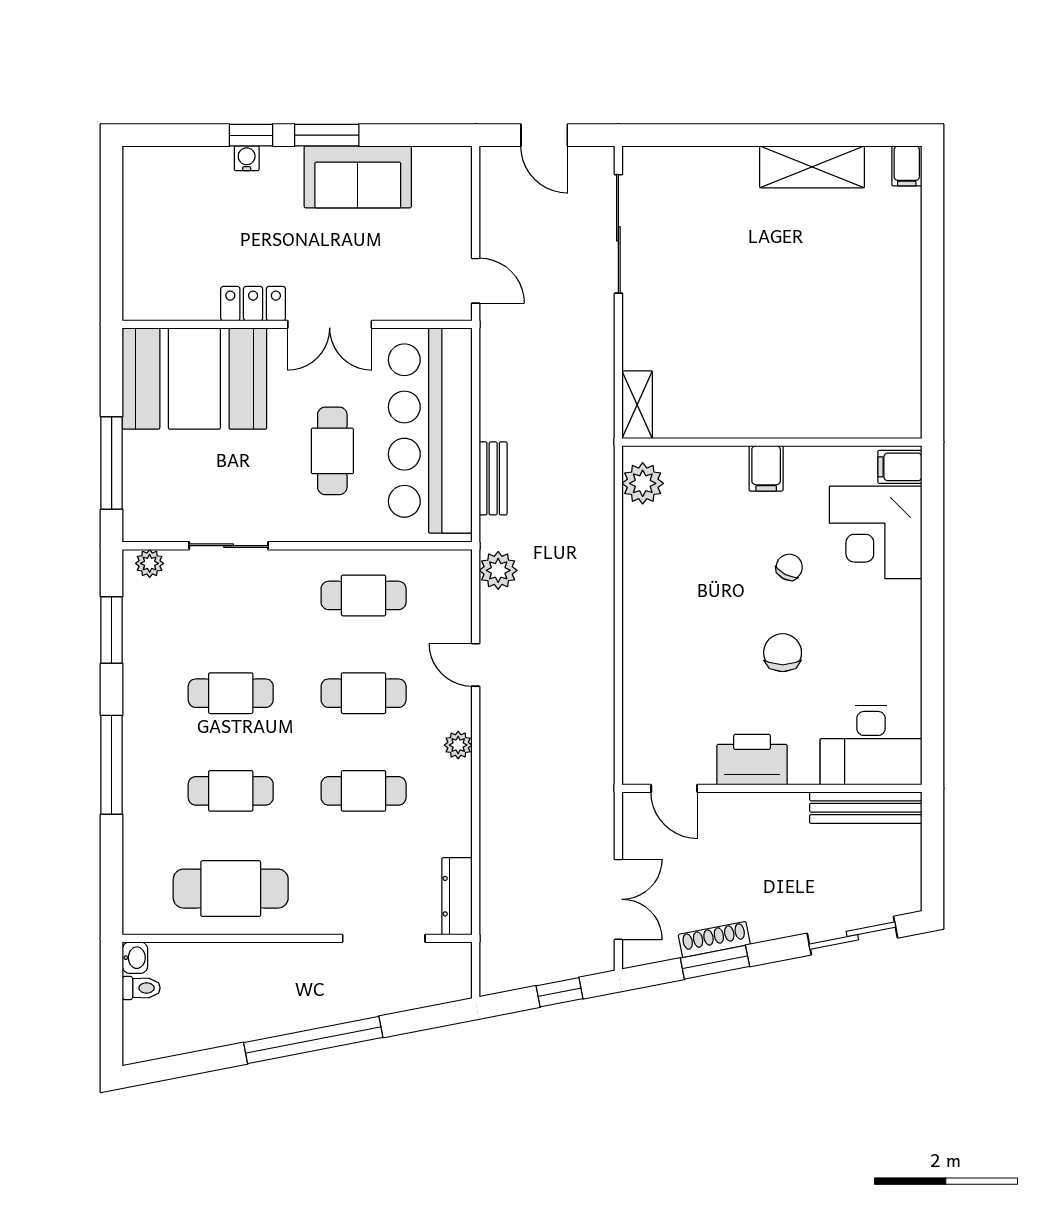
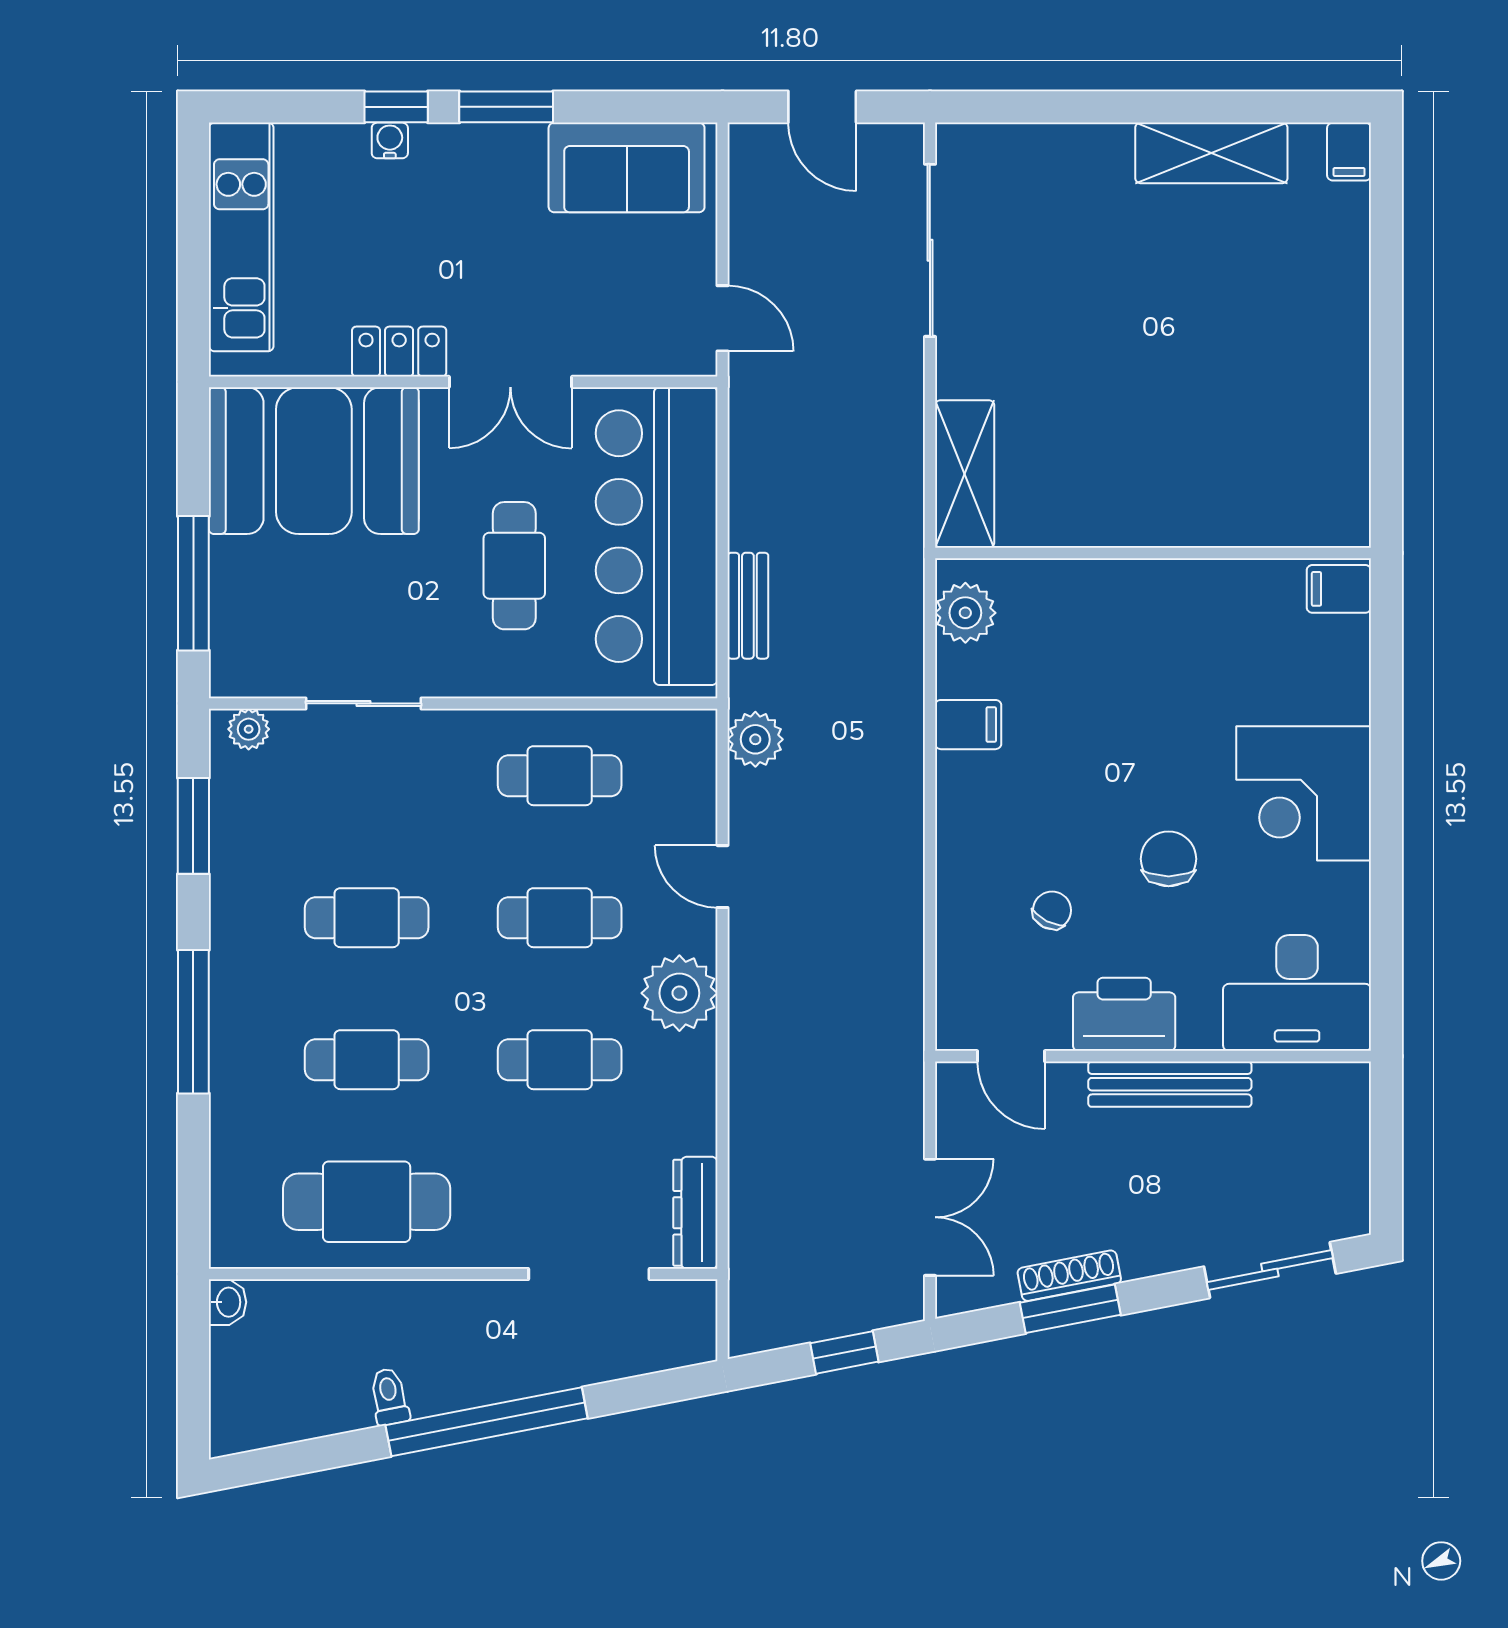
sofa: (358, 177) -> (627, 167), moved
kitchen unit: (144, 225) -> (241, 237), added
shelving: (637, 405) -> (965, 474), width x1.50, depth x1.33
filing cabinet: (766, 468) -> (968, 725), moved, turned -90
corner desk: (876, 532) -> (1304, 793), moved
chair: (789, 567) -> (1052, 910), moved
plant: (458, 745) -> (679, 993), width x1.88, depth x1.88
bench: (866, 808) -> (1170, 1084), moved
toilet: (141, 988) -> (389, 1397), moved, turned -101

